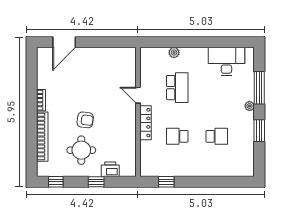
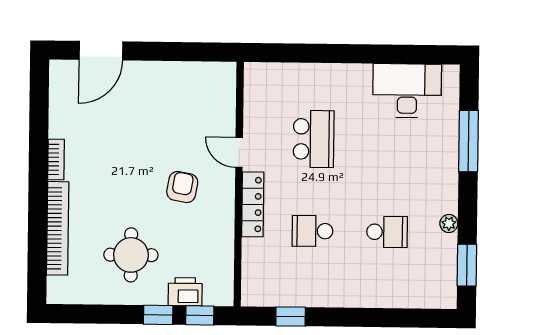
plant: (174, 53) -> (308, 73), removed
plant: (249, 106) -> (449, 223), moved
armchair: (85, 120) -> (182, 187), moved, turned -87
window: (259, 131) -> (467, 265), moved
window: (56, 182) -> (200, 315), moved

